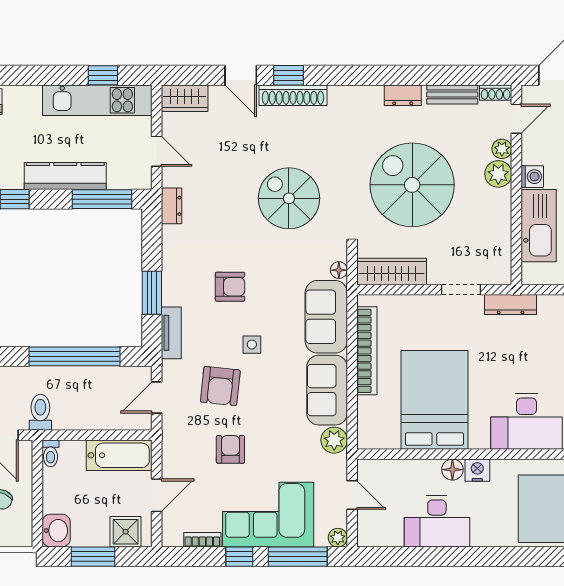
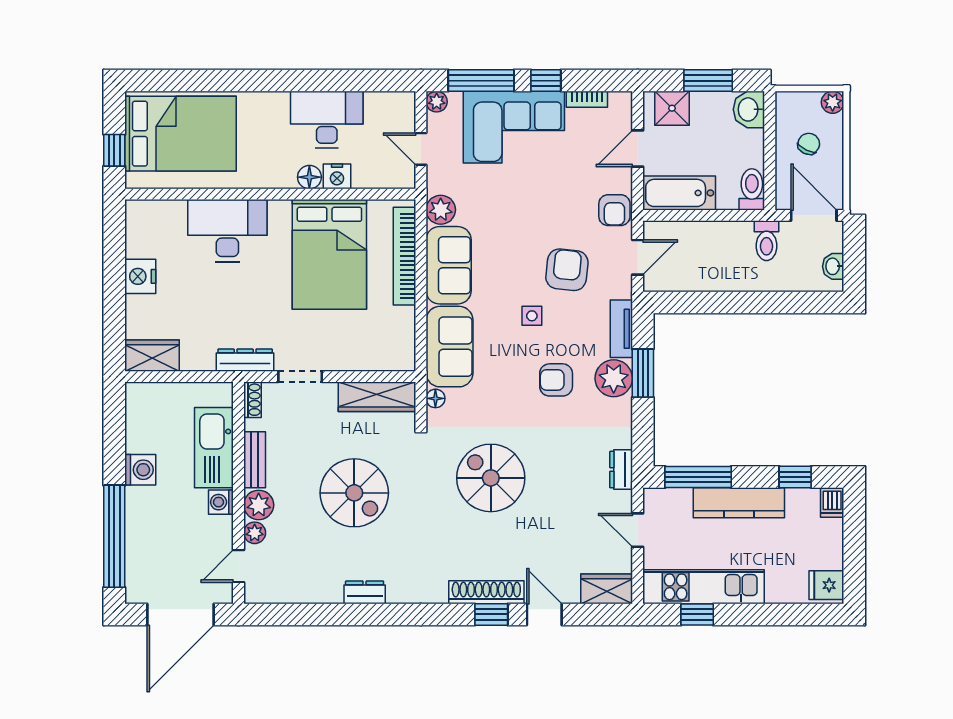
shoe rack: (496, 93) -> (252, 400), moved, turned 90
bench: (452, 94) -> (255, 460), moved, turned 90
spiral stairs: (412, 185) -> (354, 493), width x0.73, depth x0.73
spiral stairs: (289, 198) -> (491, 478), turned 180
plant: (178, 288) -> (614, 378), added
bookcase: (367, 351) -> (404, 256), moved
window: (75, 356) -> (729, 303), removed
armchair: (230, 449) -> (614, 210), moved
toilet: (51, 453) -> (752, 189), width x1.37, depth x1.39
nightstand: (477, 470) -> (337, 176), moved

